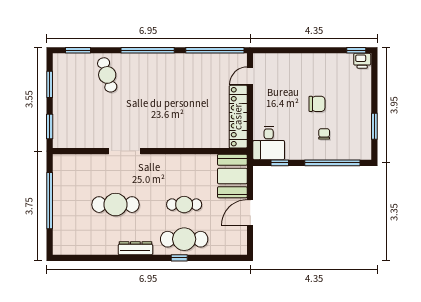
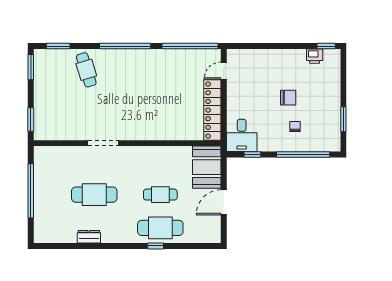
printer: (362, 61) -> (315, 56), moved
window: (50, 84) -> (31, 67), moved
dresser: (135, 248) -> (89, 237), moved, width x0.70

